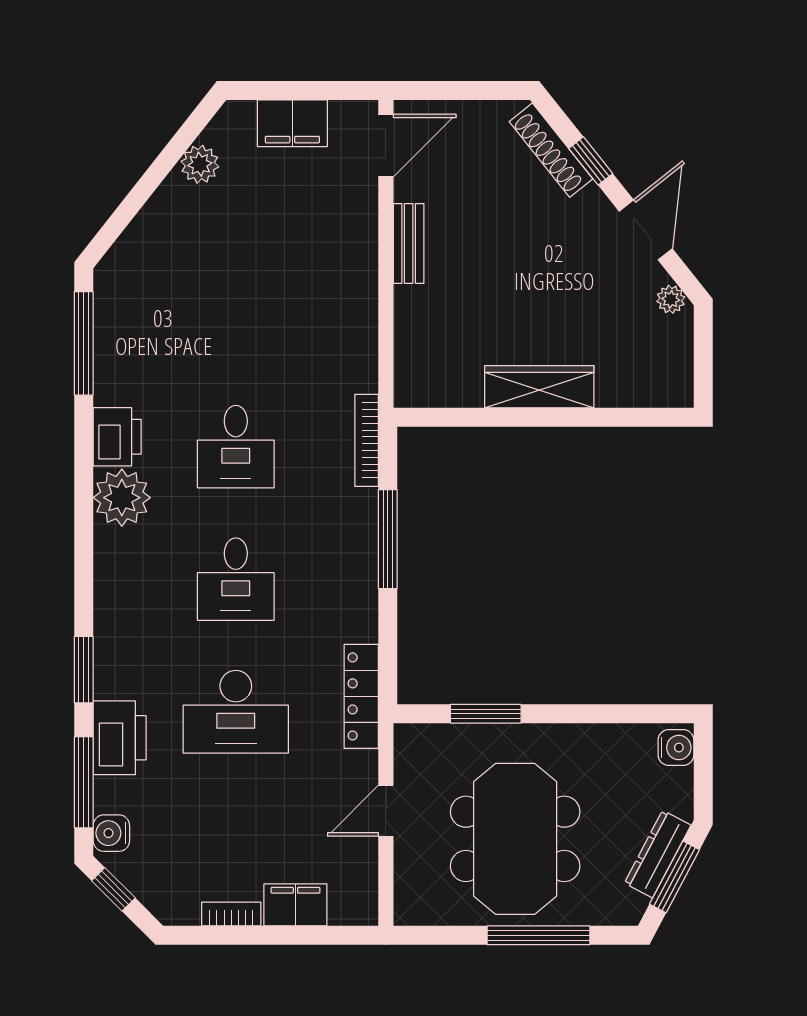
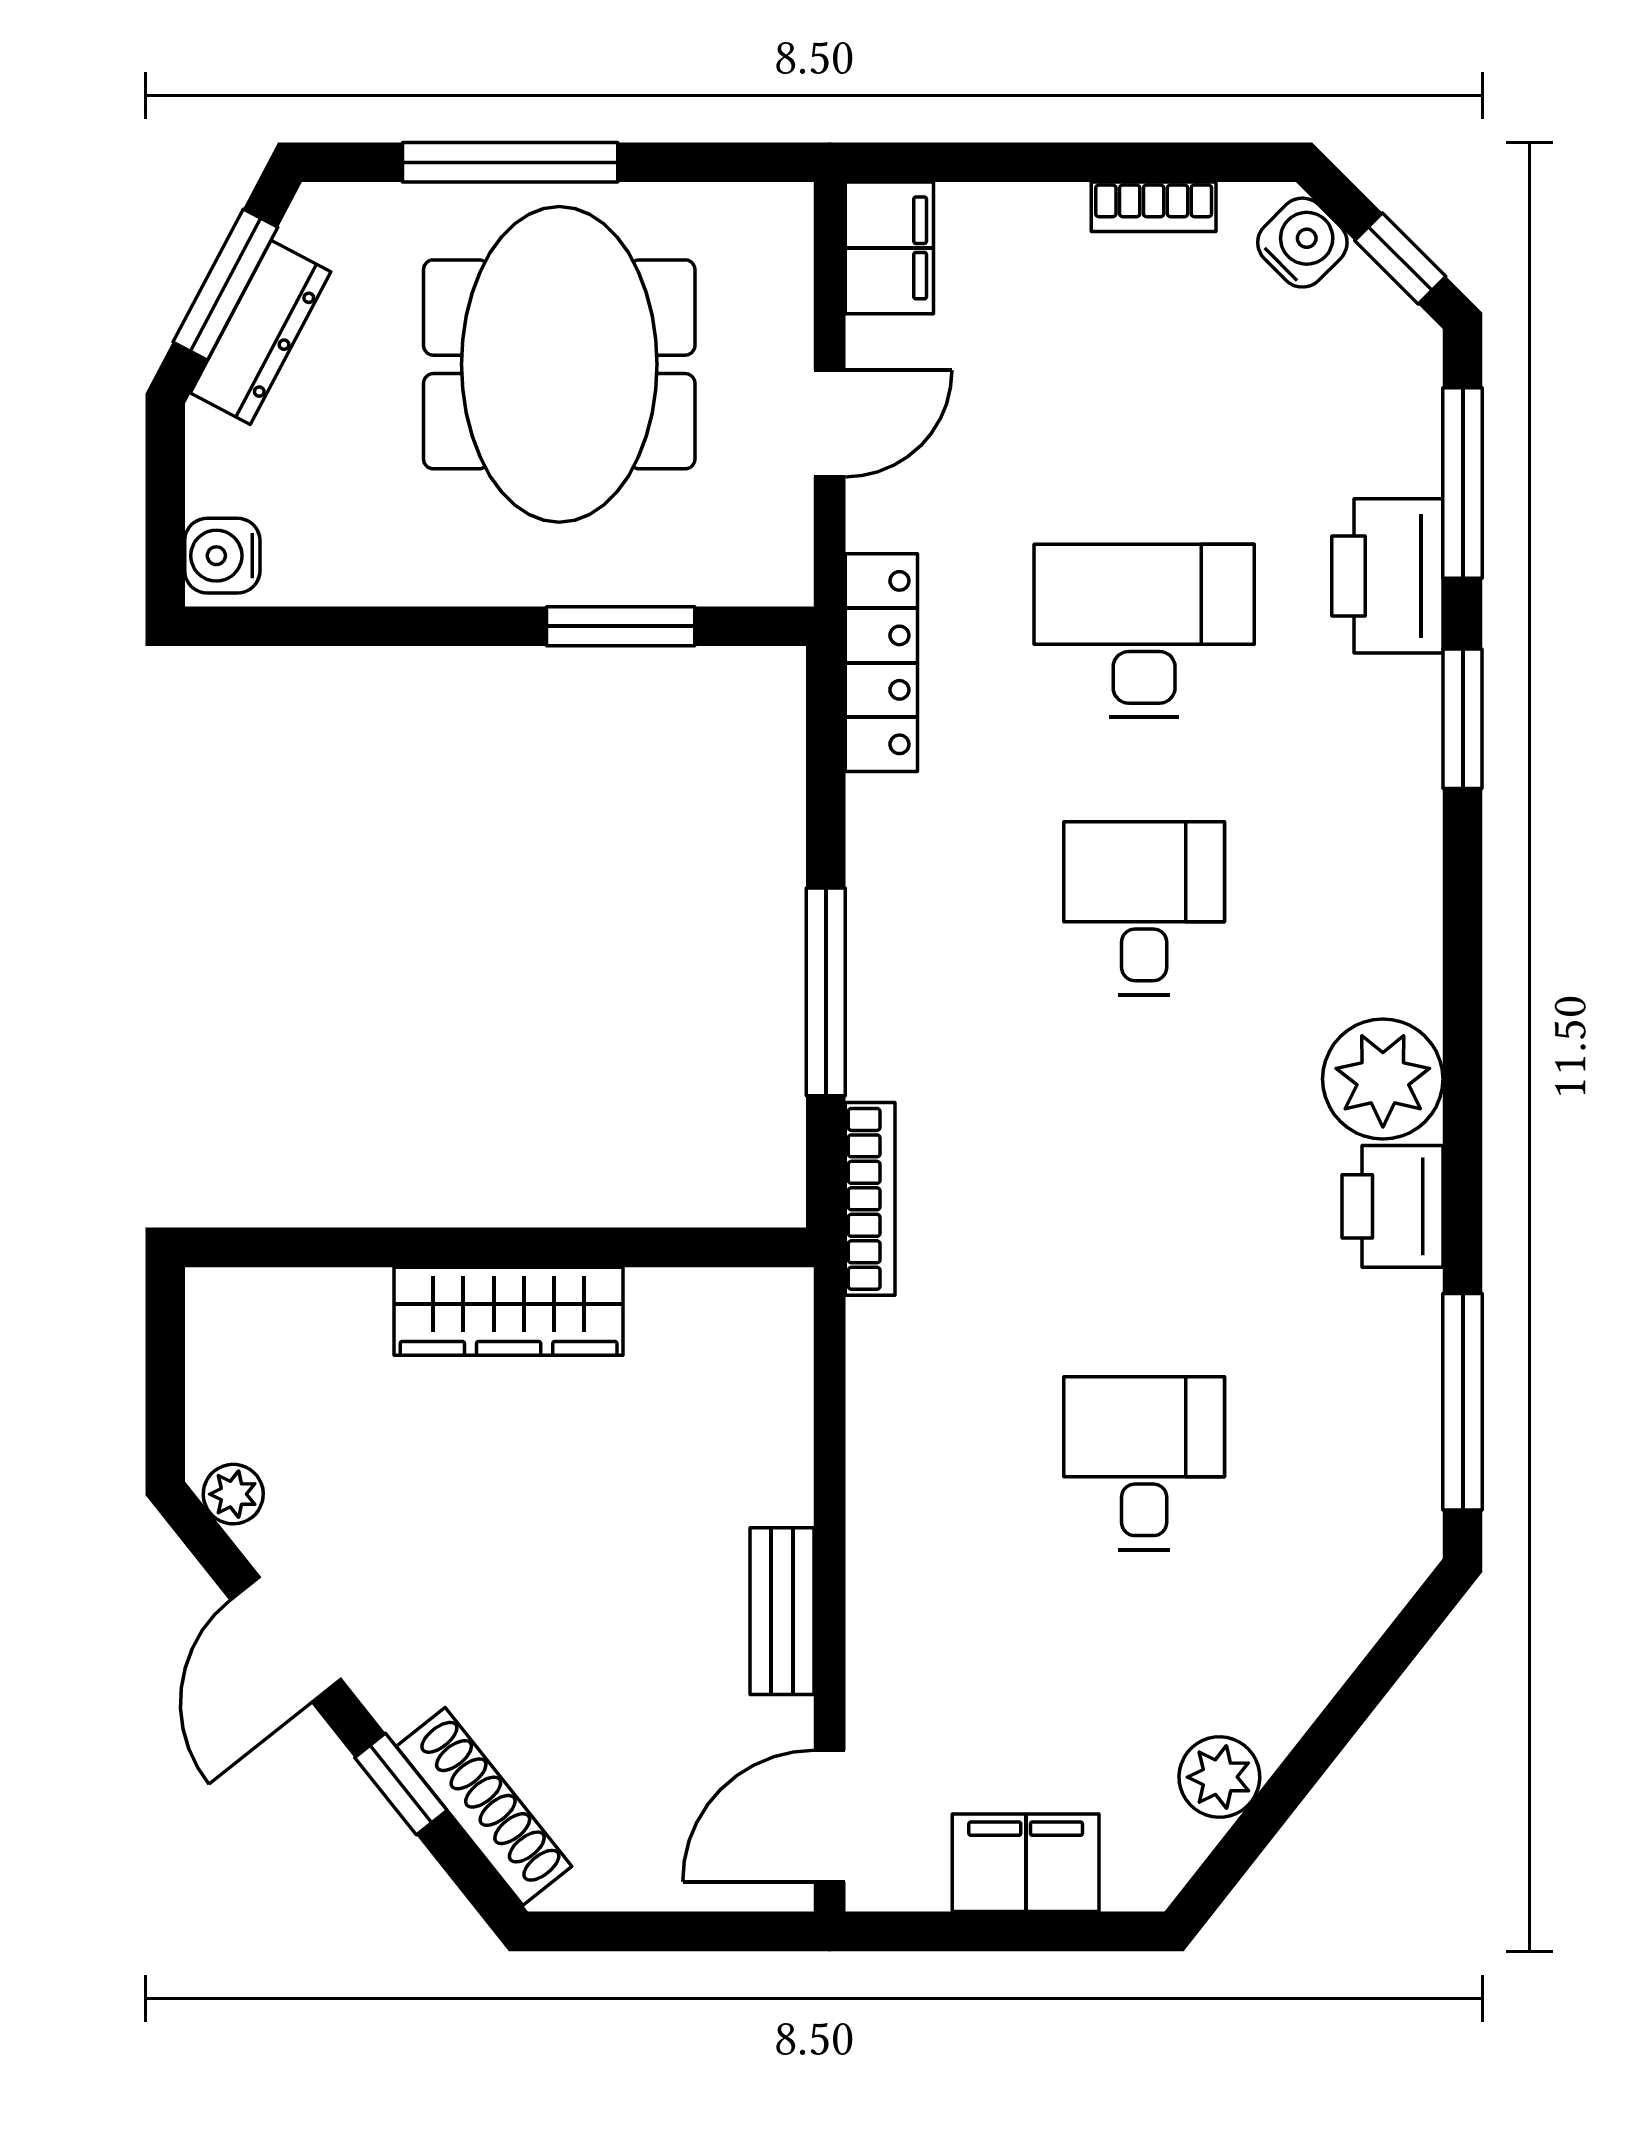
desk: (236, 447) -> (1144, 1463), moved
water cooler: (111, 833) -> (1302, 243), moved, turned -45
filing cabinet: (295, 905) -> (889, 248), moved, turned -90

